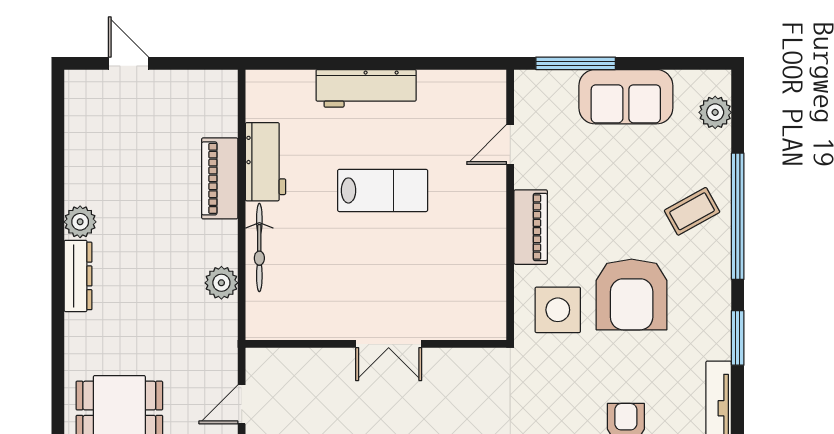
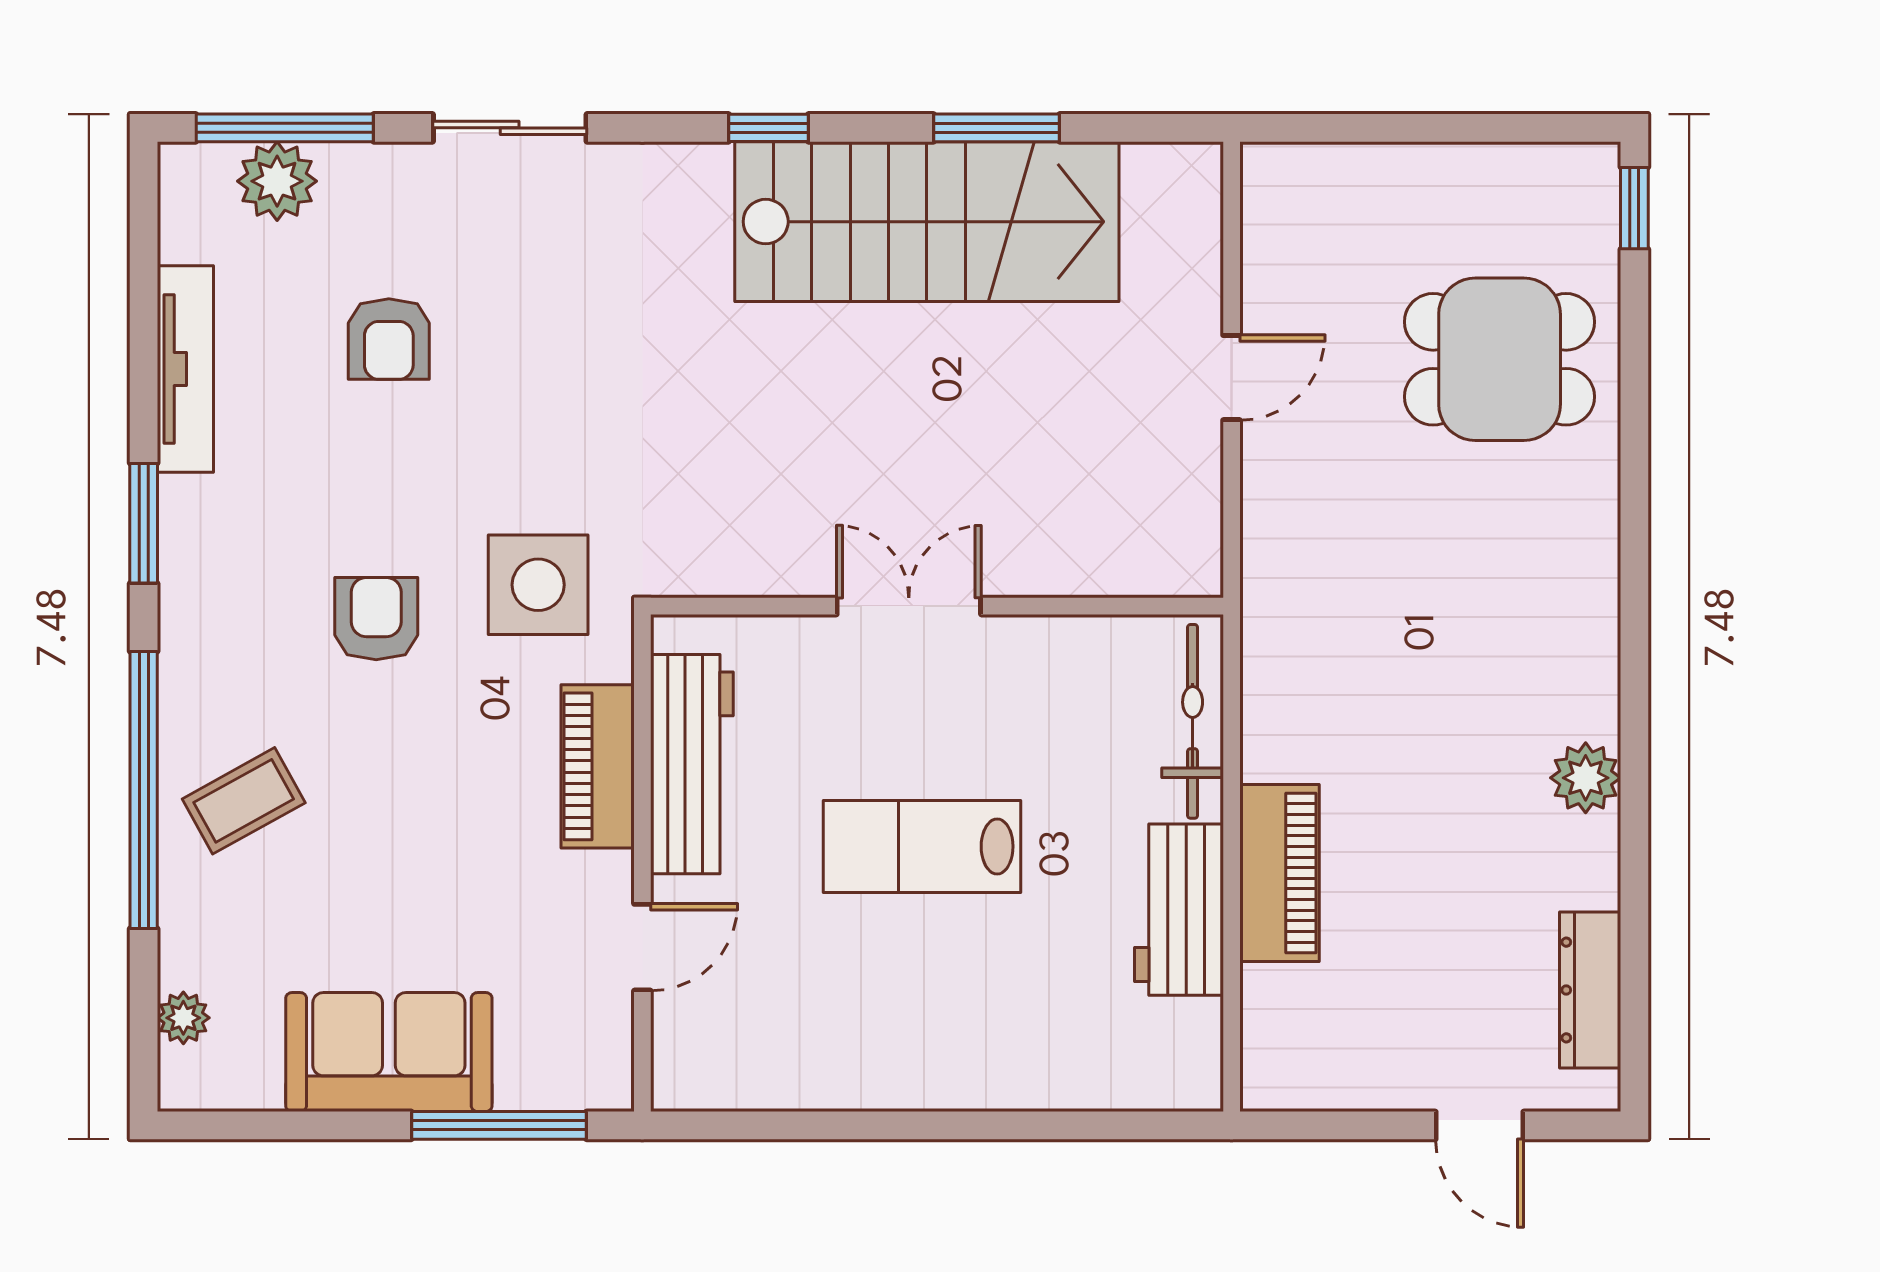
workbench: (366, 88) -> (692, 764), moved, turned 90
plant: (715, 112) -> (183, 1018), width x0.73, depth x0.73
dresser: (78, 276) -> (1590, 990), moved
plant: (221, 283) -> (1276, 644), removed
armchair: (632, 294) -> (376, 619), width x0.53, depth x0.53
wall: (376, 344) -> (937, 606), moved
double door: (389, 344) -> (909, 606), moved

